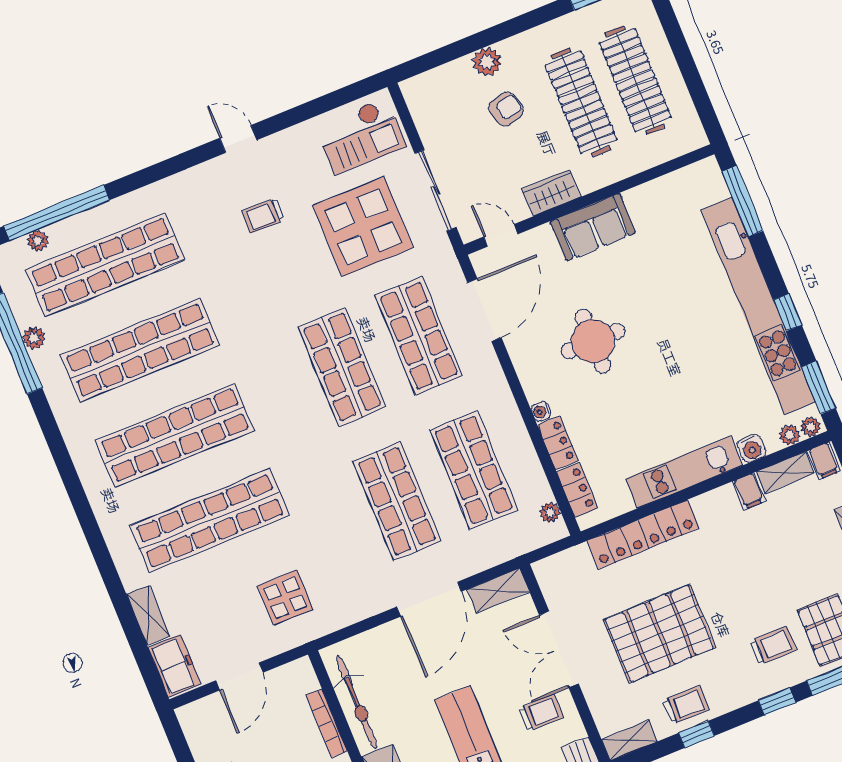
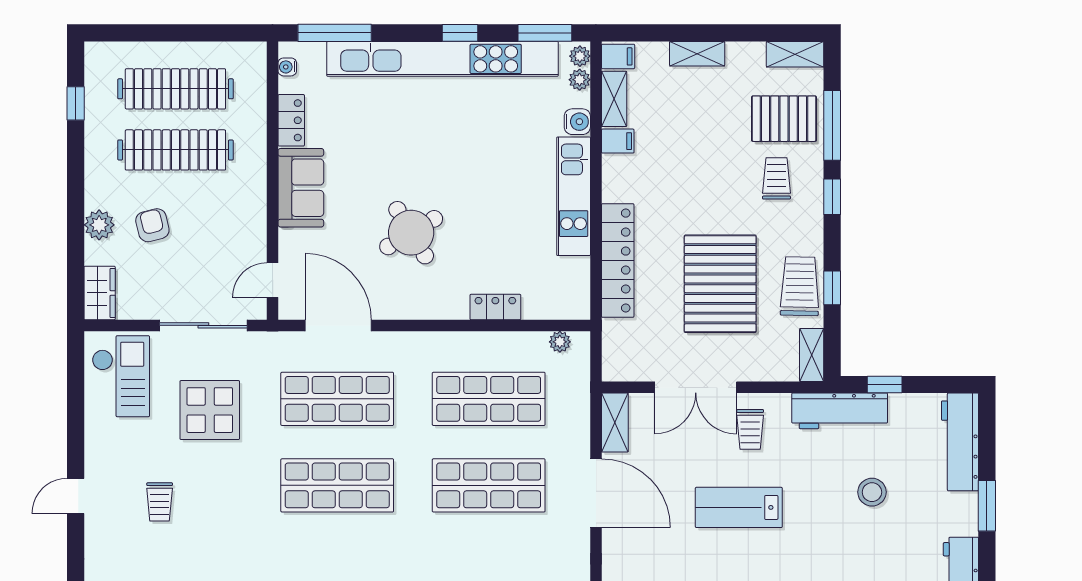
wardrobe: (551, 193) -> (100, 293), moved, turned 180
display table: (363, 227) -> (210, 410), width x0.73, depth x0.73
round table: (593, 341) -> (411, 233), turned -31
water cooler: (541, 411) -> (287, 67), moved, turned 90
locker: (577, 490) -> (291, 120), moved, turned 90
trolley: (686, 705) -> (800, 286), width x1.36, depth x1.39
trolley: (541, 713) -> (750, 429), turned 180

